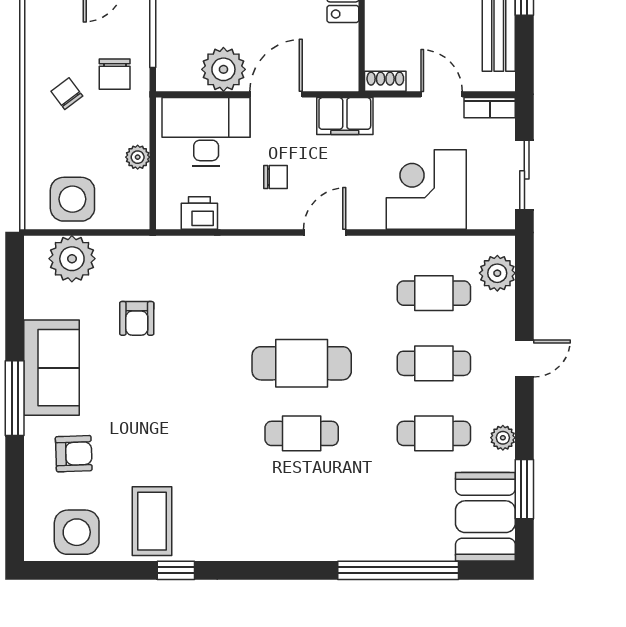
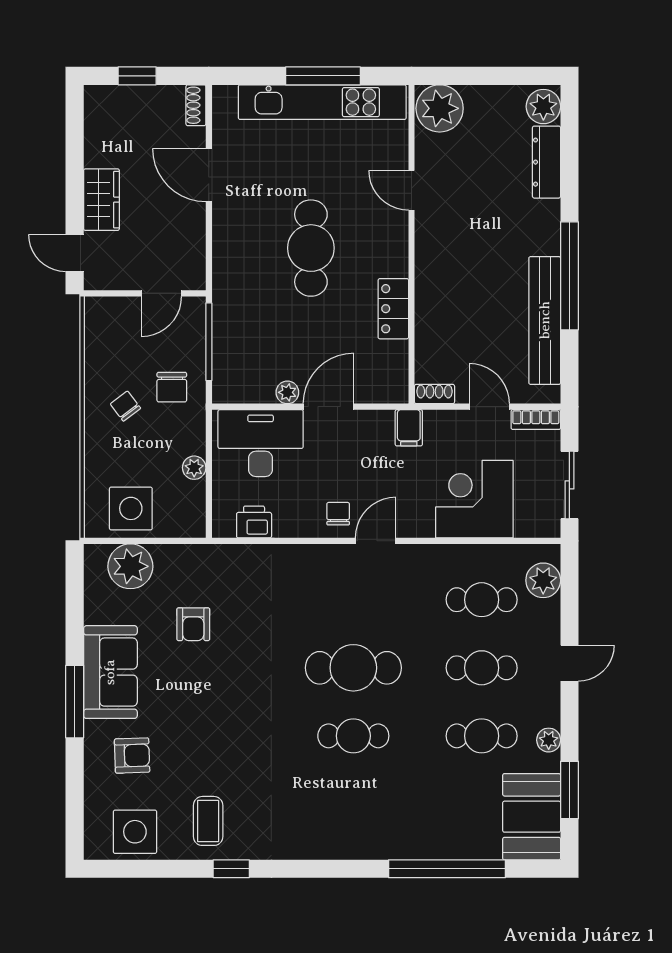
plant: (223, 69) -> (287, 392), width x0.53, depth x0.53
filing cabinet: (345, 116) -> (409, 428), width x0.50
chair: (275, 177) -> (338, 514), moved, turned -90
coffee table: (152, 521) -> (208, 821), width x0.73, depth x0.77

